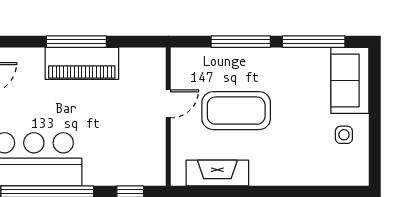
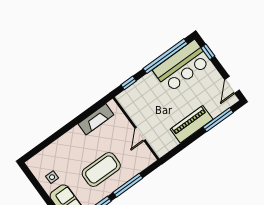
window: (76, 42) -> (218, 120), moved
coffee table: (236, 111) -> (101, 170), moved

